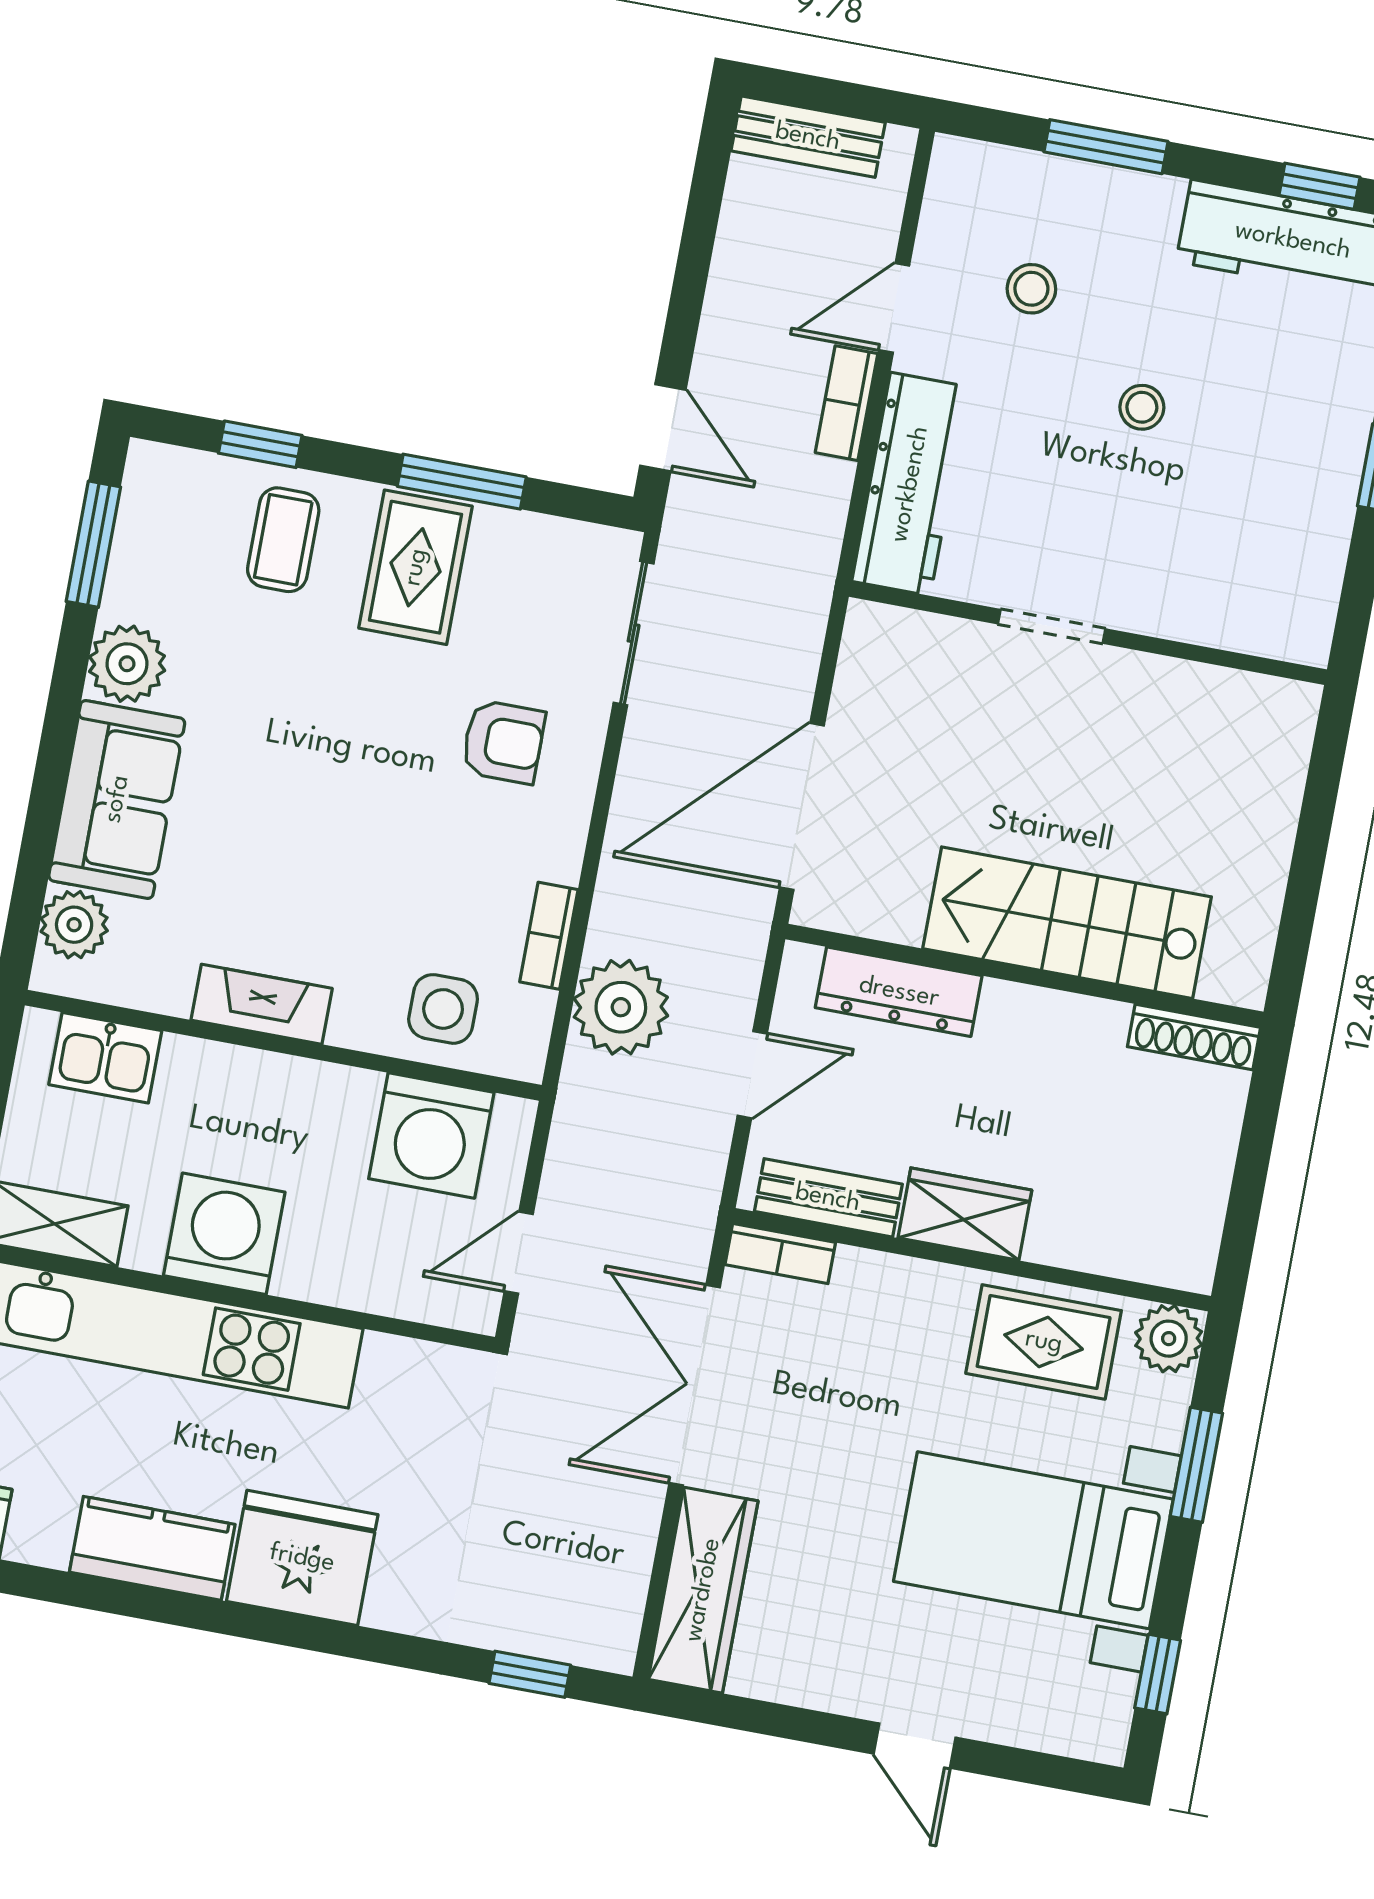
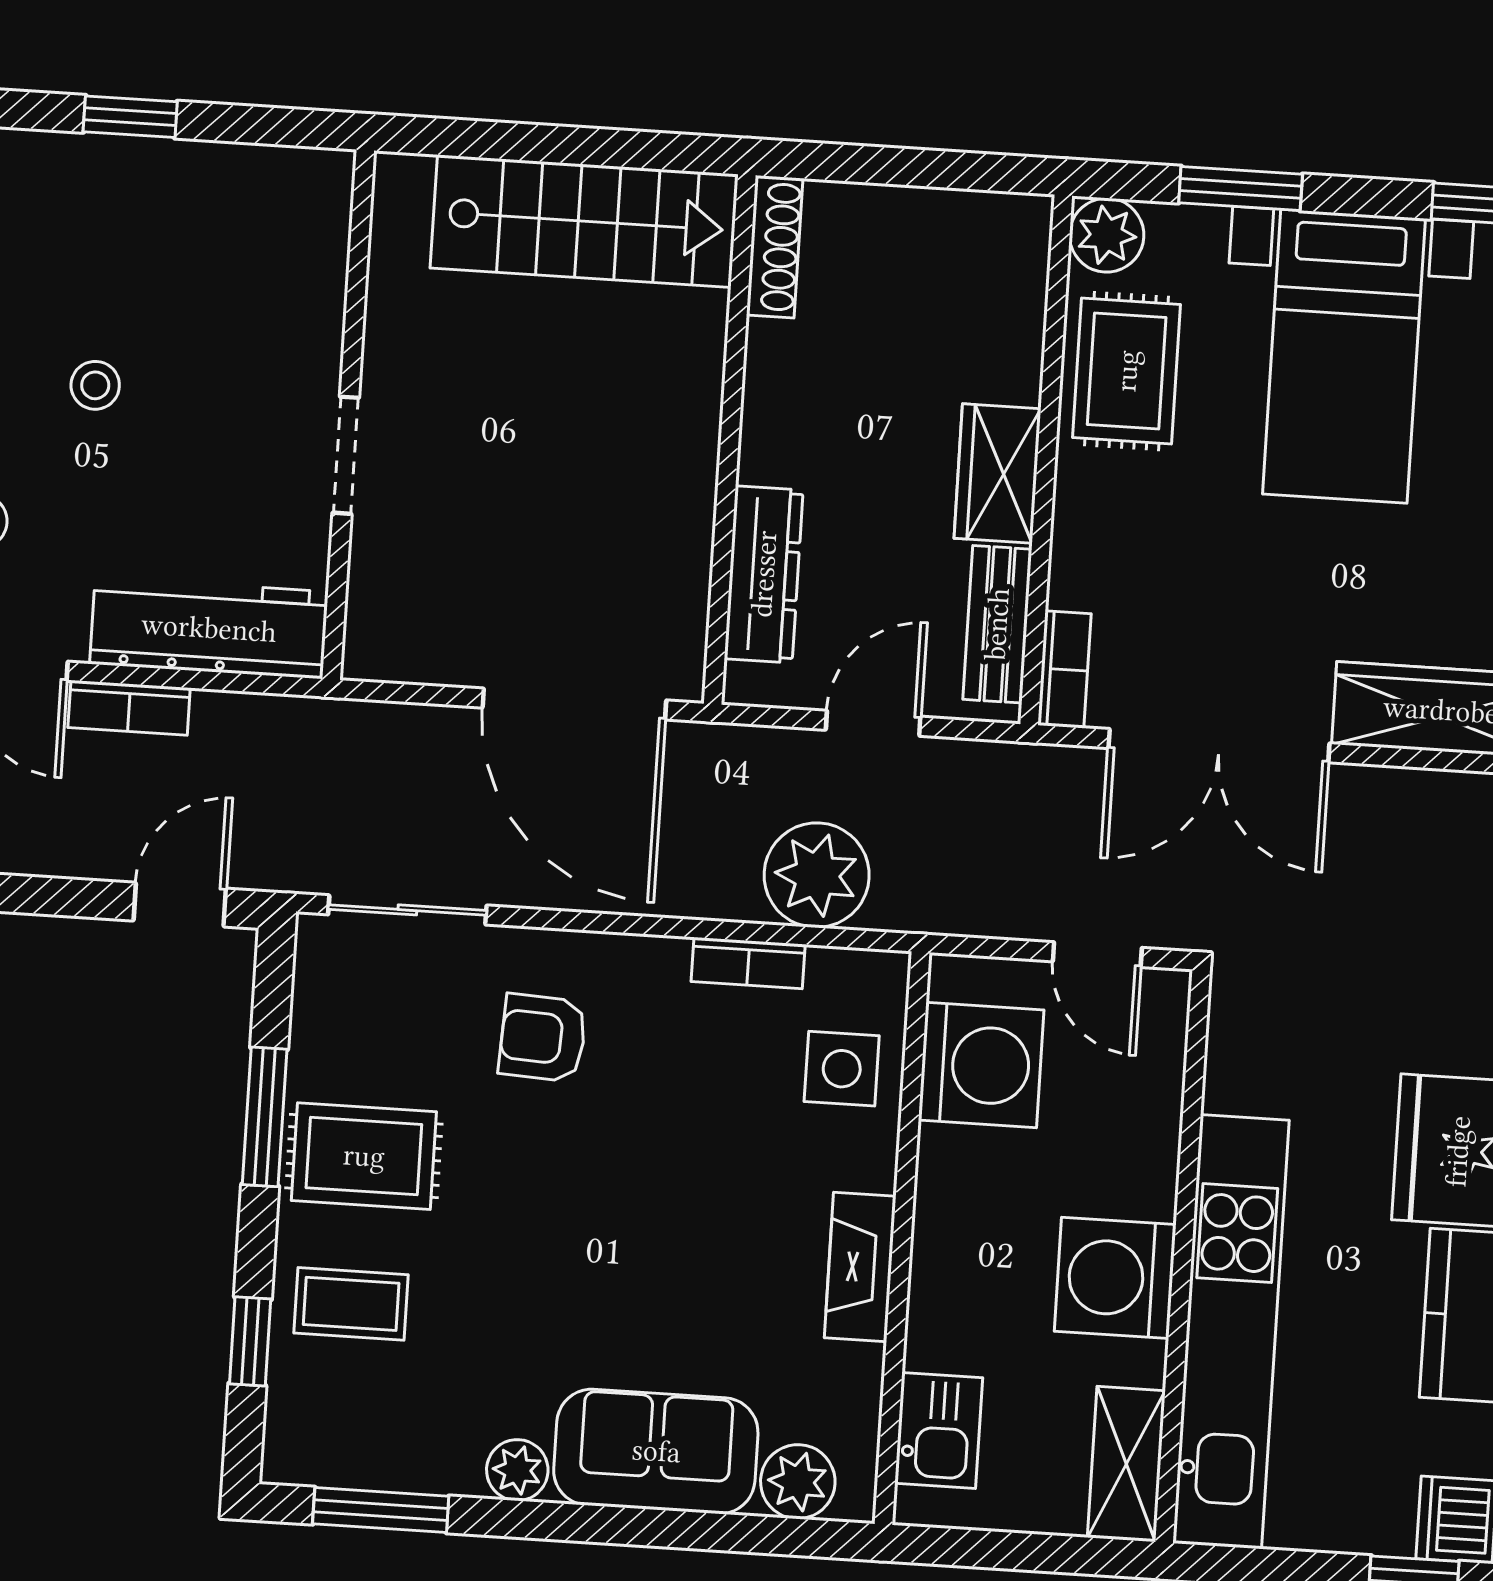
plant: (127, 664) -> (517, 1470), width x0.73, depth x0.73
armchair: (503, 742) -> (543, 1038), turned -87
stairs: (1067, 923) -> (584, 221), moved, turned -90
door: (752, 1075) -> (873, 723), hinge flipped

